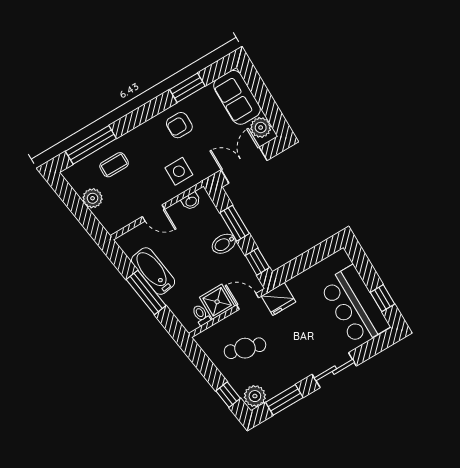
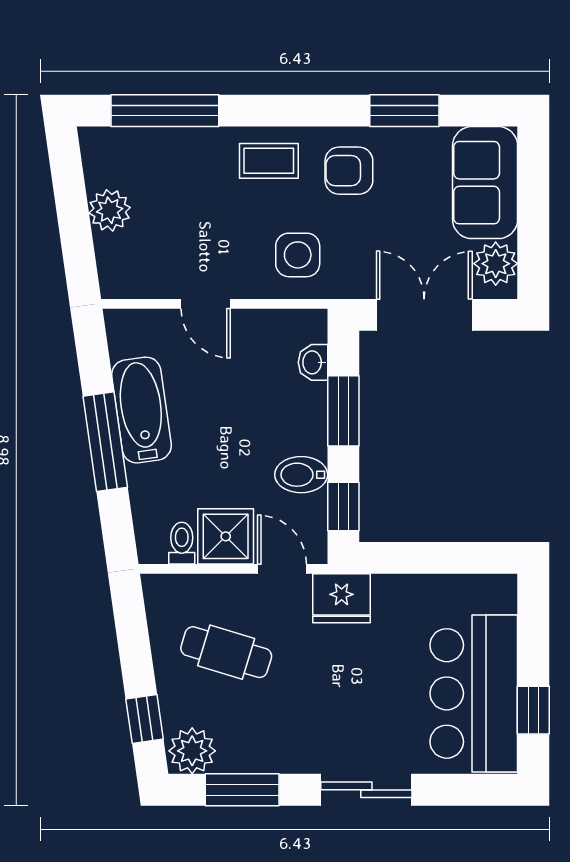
coffee table: (114, 165) -> (269, 161), moved
washbasin: (191, 201) -> (313, 362), moved, turned 90
bidet: (224, 244) -> (301, 475), moved

